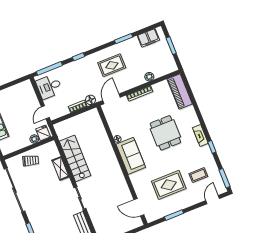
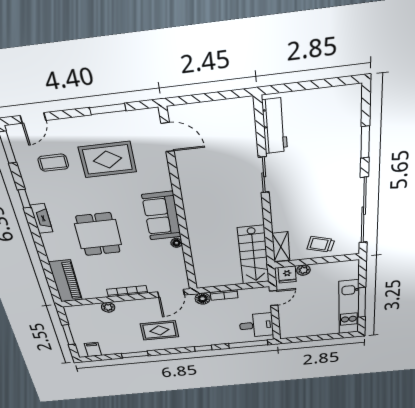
filing cabinet: (148, 38) -> (93, 349), width x0.50
stairs: (75, 158) -> (254, 255), moved
shelving: (60, 168) -> (281, 247), moved

